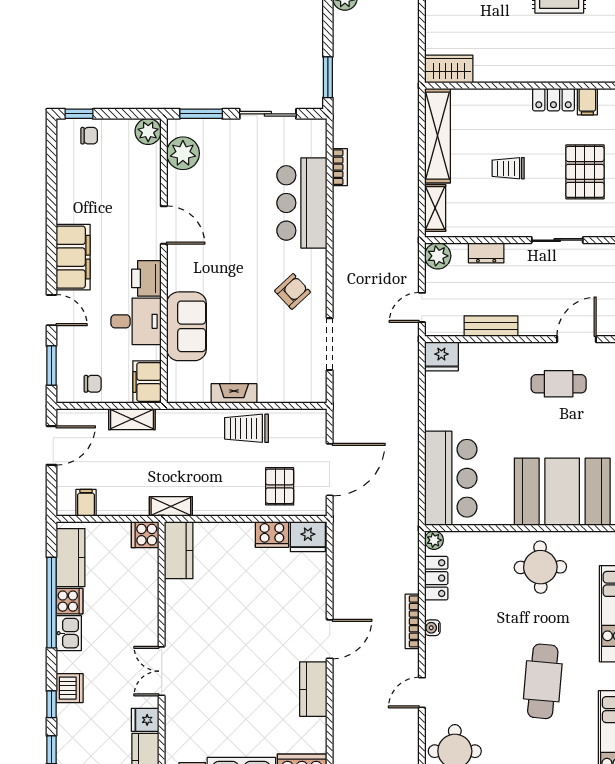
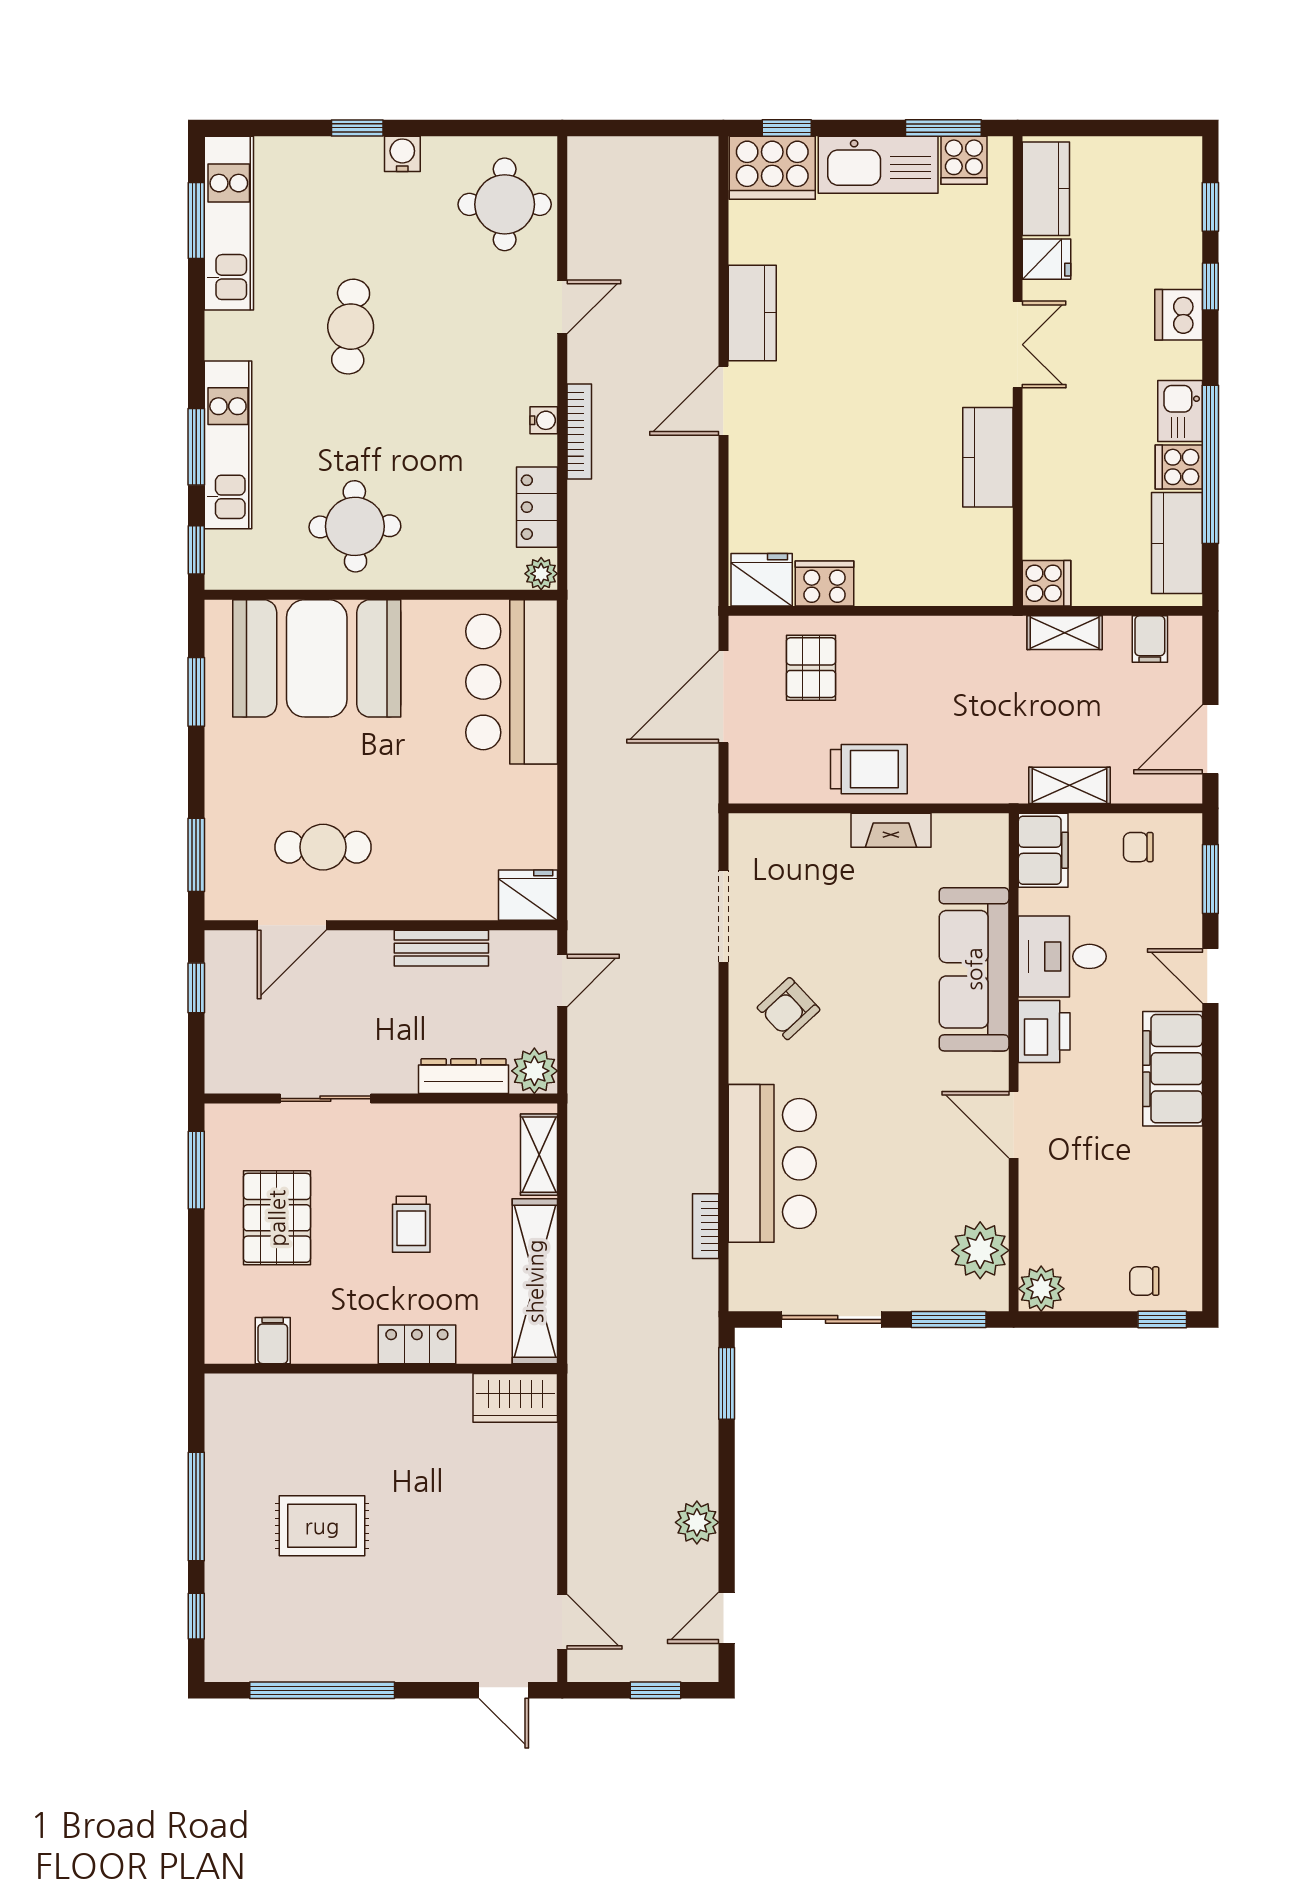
locker: (553, 100) -> (417, 1344), moved
trolley: (508, 168) -> (411, 1224), turned 90
dresser: (486, 253) -> (464, 1076), width x1.44
sofa: (186, 326) -> (974, 969), width x1.36
shelving: (171, 506) -> (1065, 633), moved
kitchen counter: (179, 550) -> (988, 457), moved
cafe table: (543, 681) -> (351, 327), width x0.73, depth x0.74

